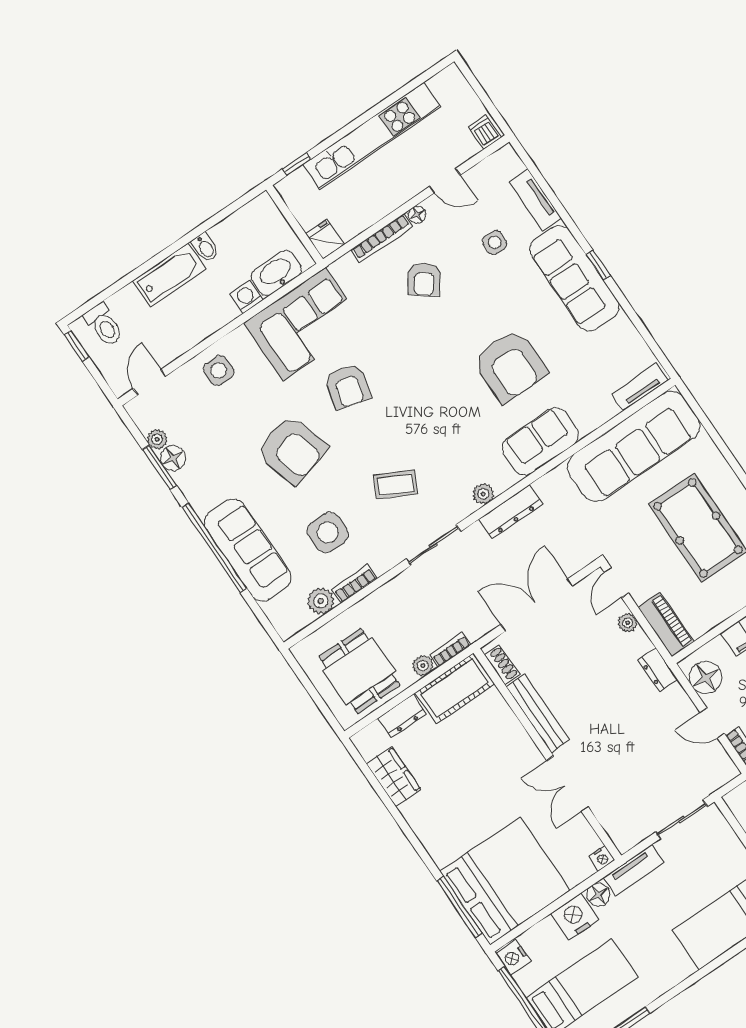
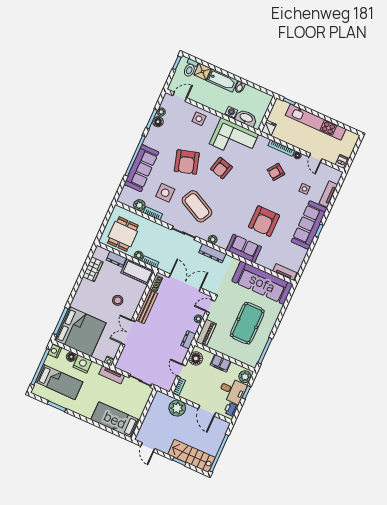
shower: (127, 304) -> (203, 72), added
coffee table: (396, 484) -> (197, 206), width x1.86, depth x1.72
stool: (488, 765) -> (118, 300), added
floor lamp: (598, 895) -> (71, 357), moved

